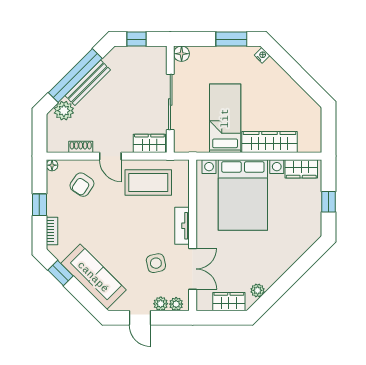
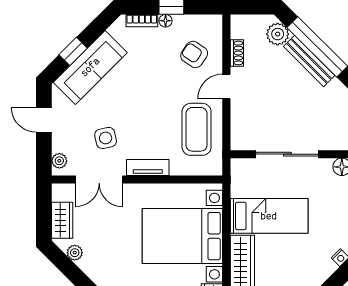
wardrobe: (149, 143) -> (241, 131), removed
floor lamp: (52, 165) -> (166, 21), moved
window: (61, 273) -> (73, 51), moved
plant: (161, 304) -> (60, 143), removed
door: (140, 318) -> (44, 120), hinge flipped

